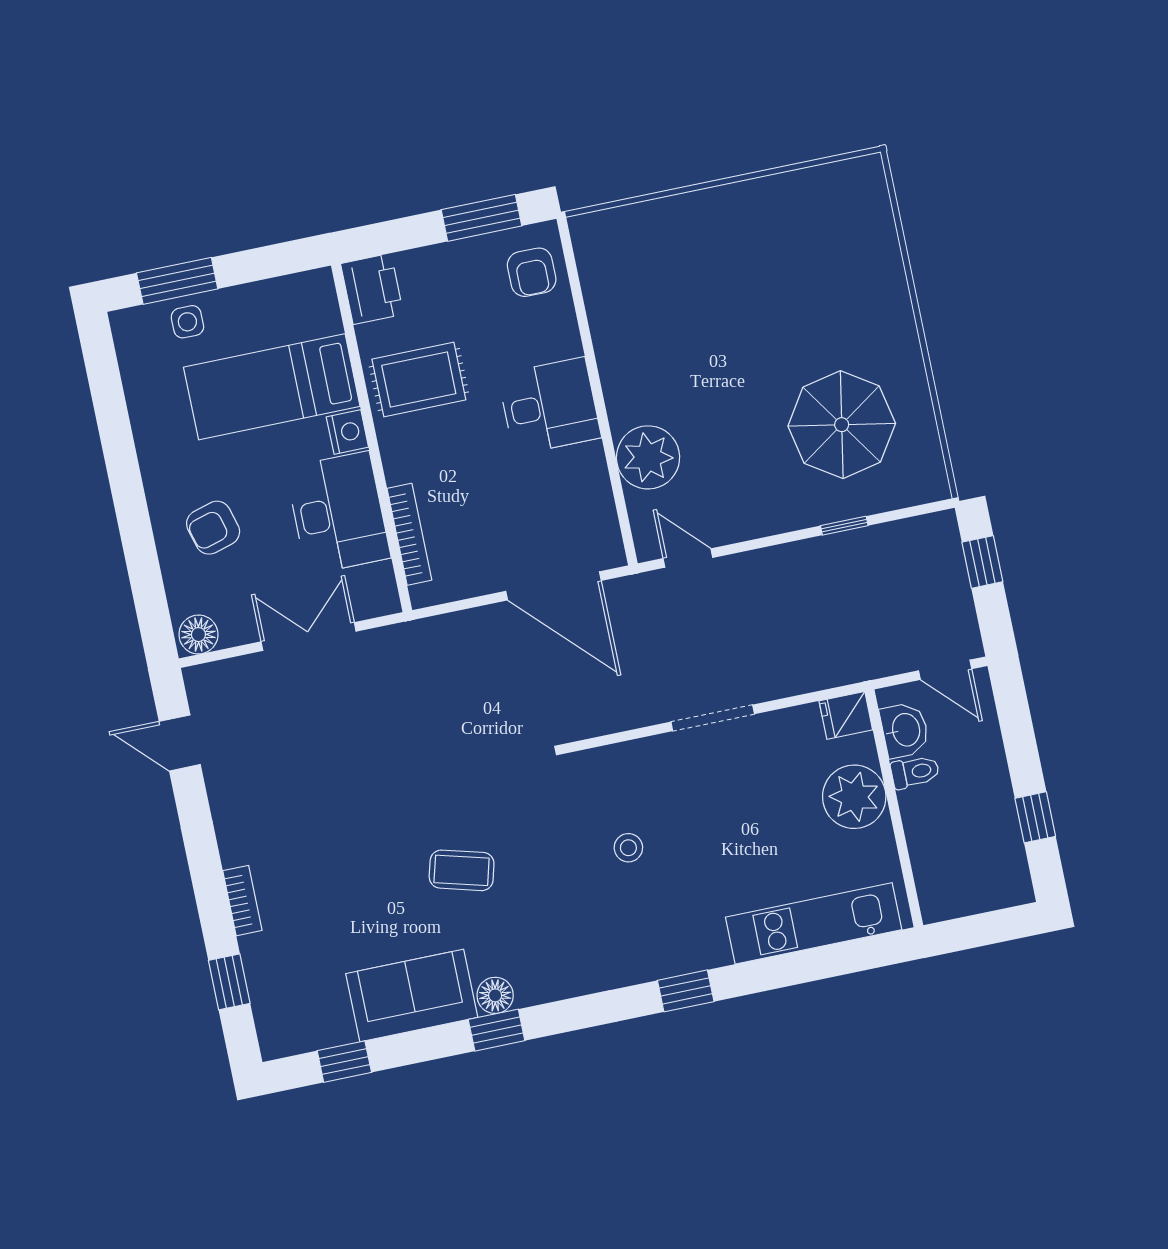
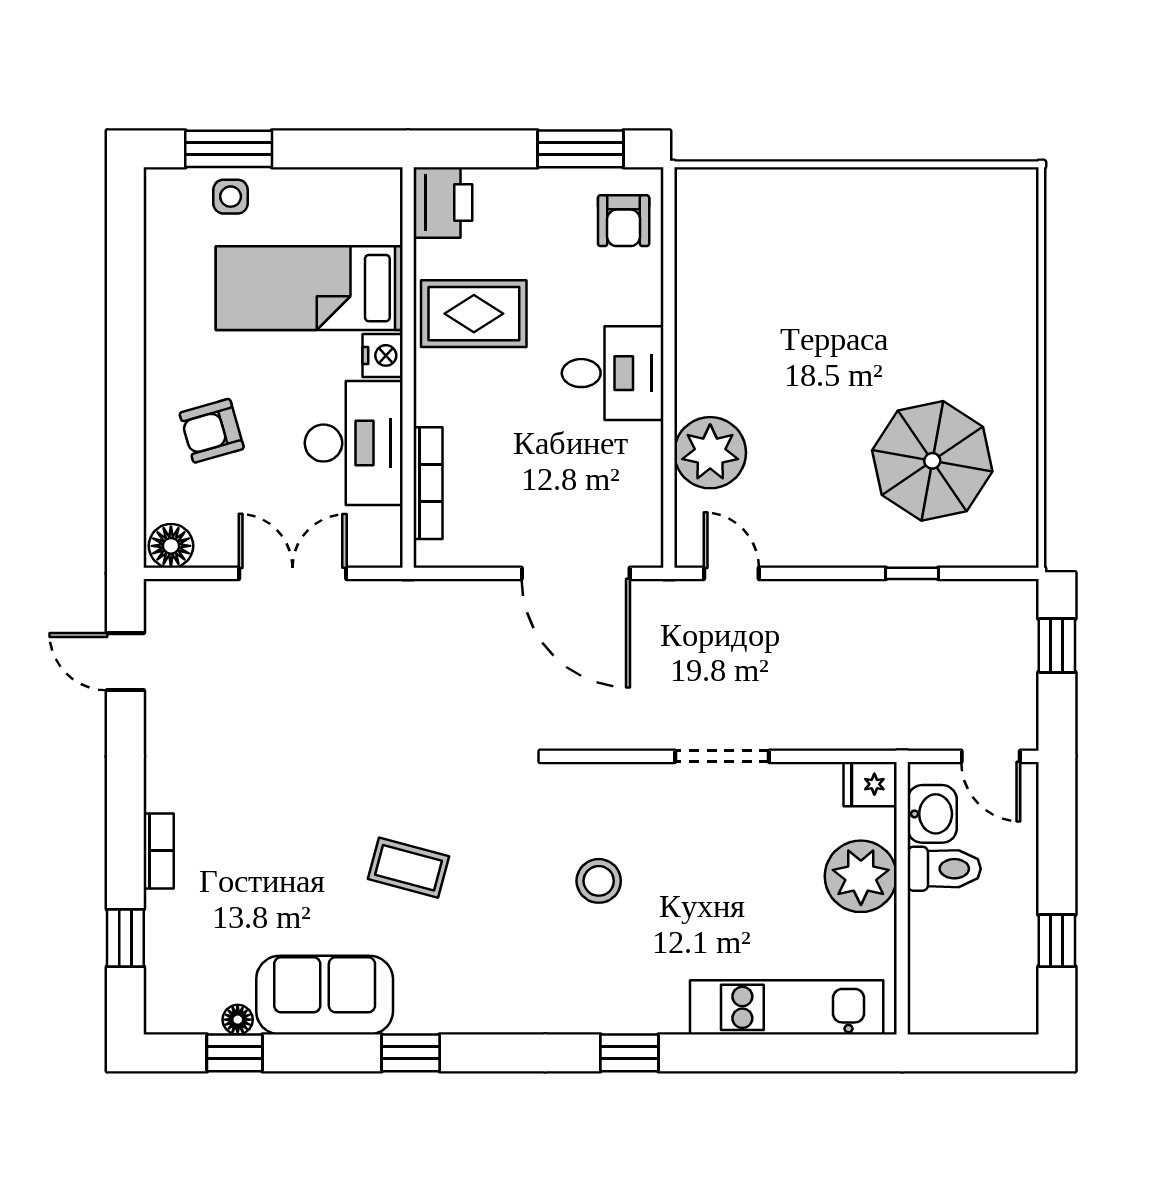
toilet: (915, 772) -> (944, 869), width x1.37, depth x1.39
stool: (628, 848) -> (599, 881), width x1.37, depth x1.37
floor lamp: (495, 995) -> (238, 1020), moved, width x0.73, depth x0.73

